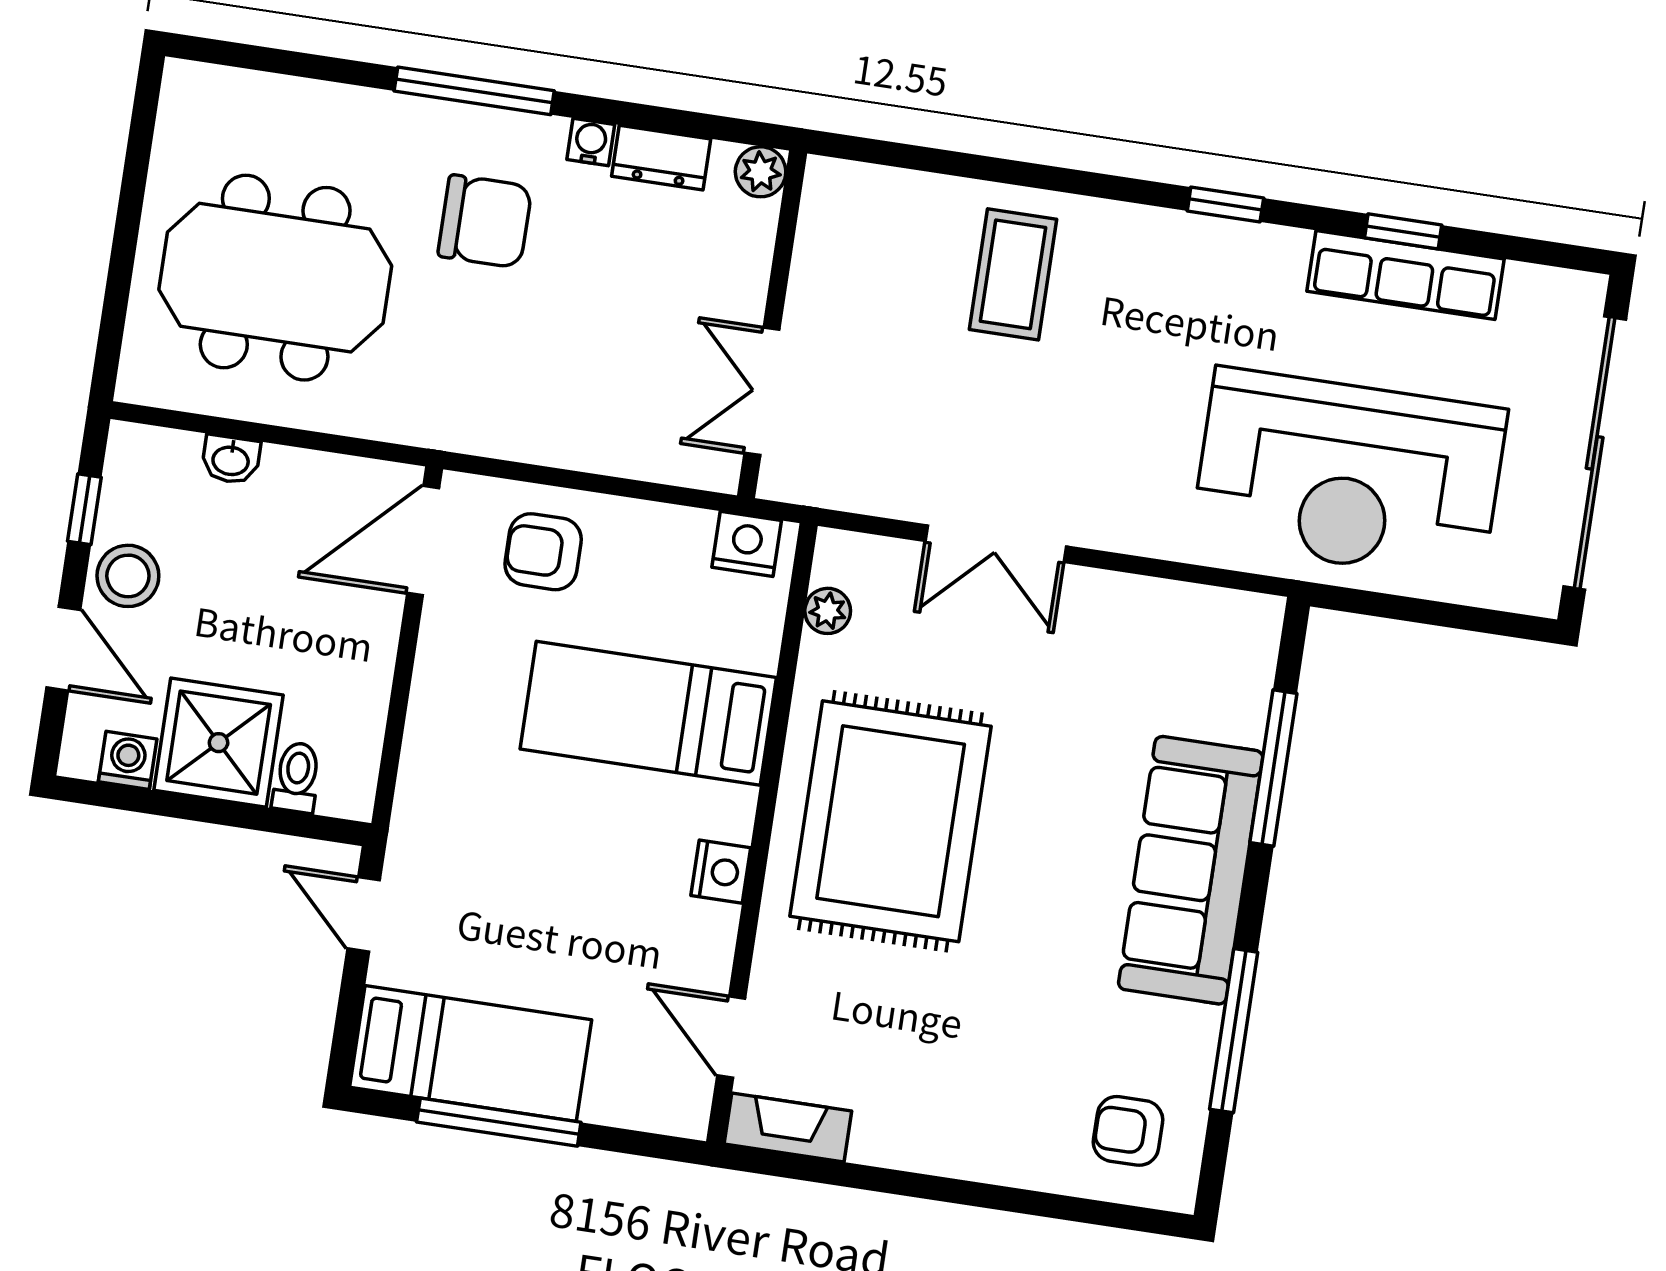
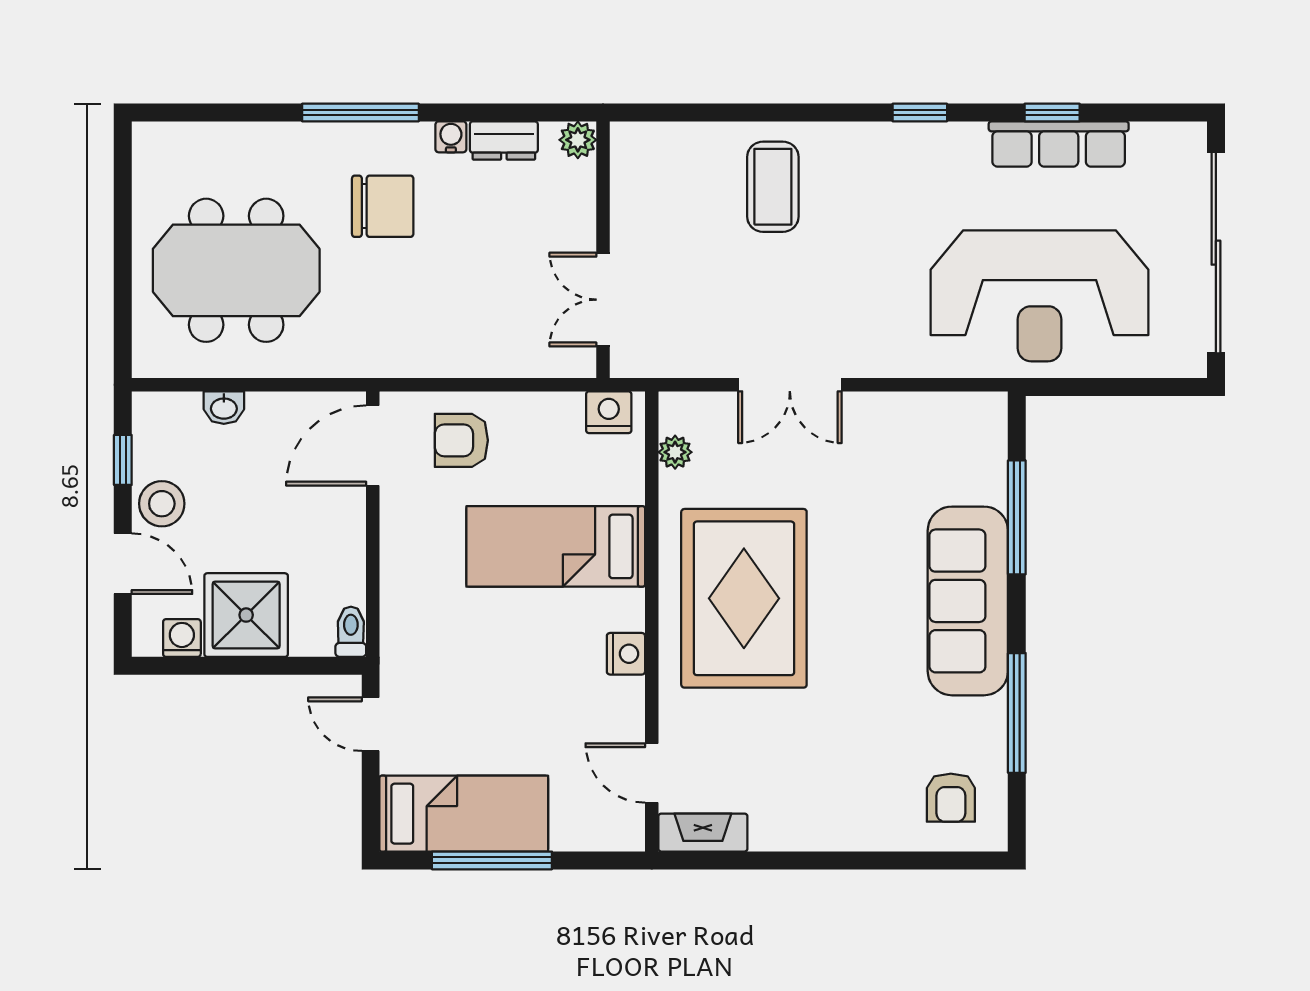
toilet: (297, 777) -> (351, 632), moved
armchair: (1128, 1131) -> (951, 798), turned -90

